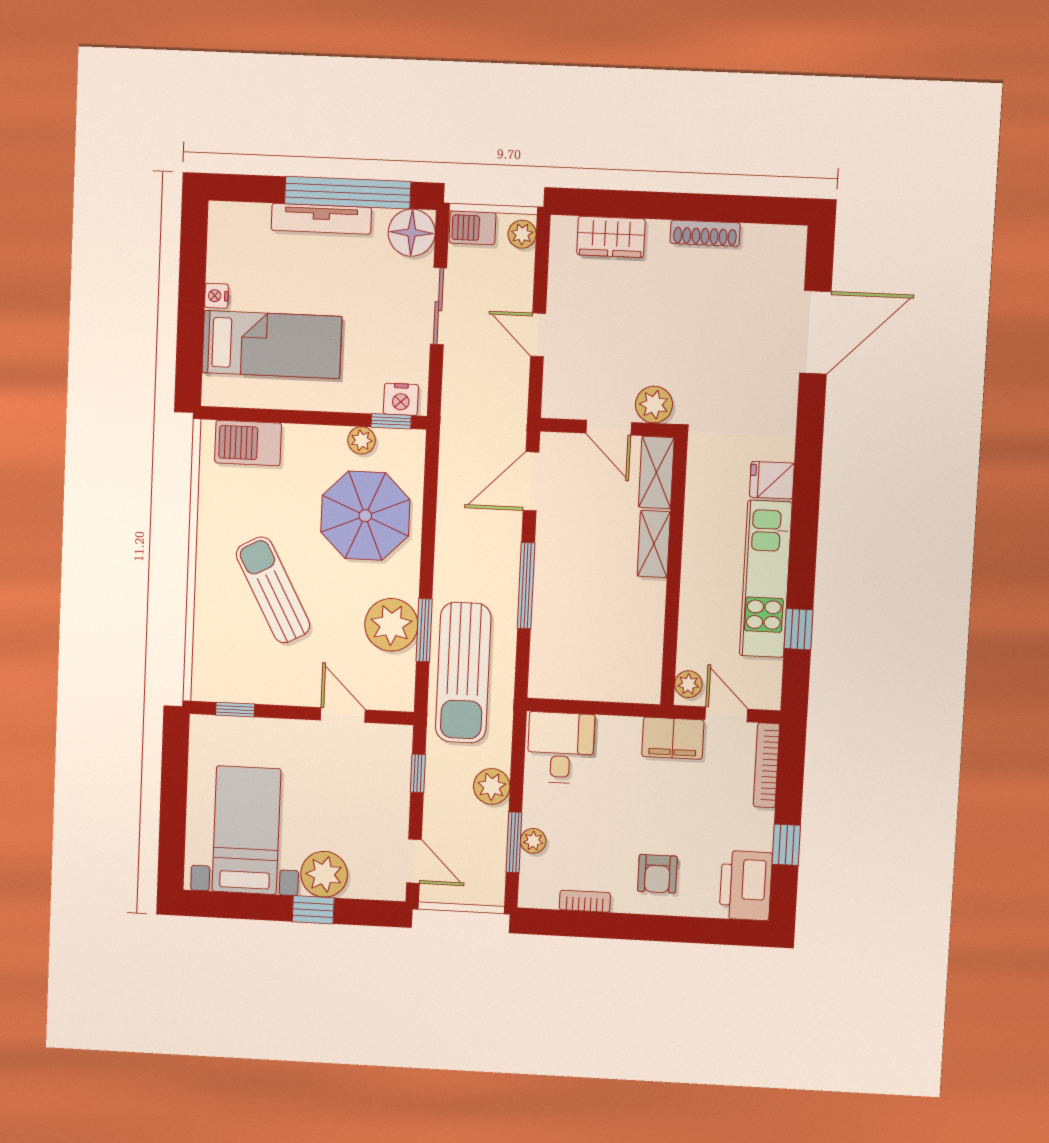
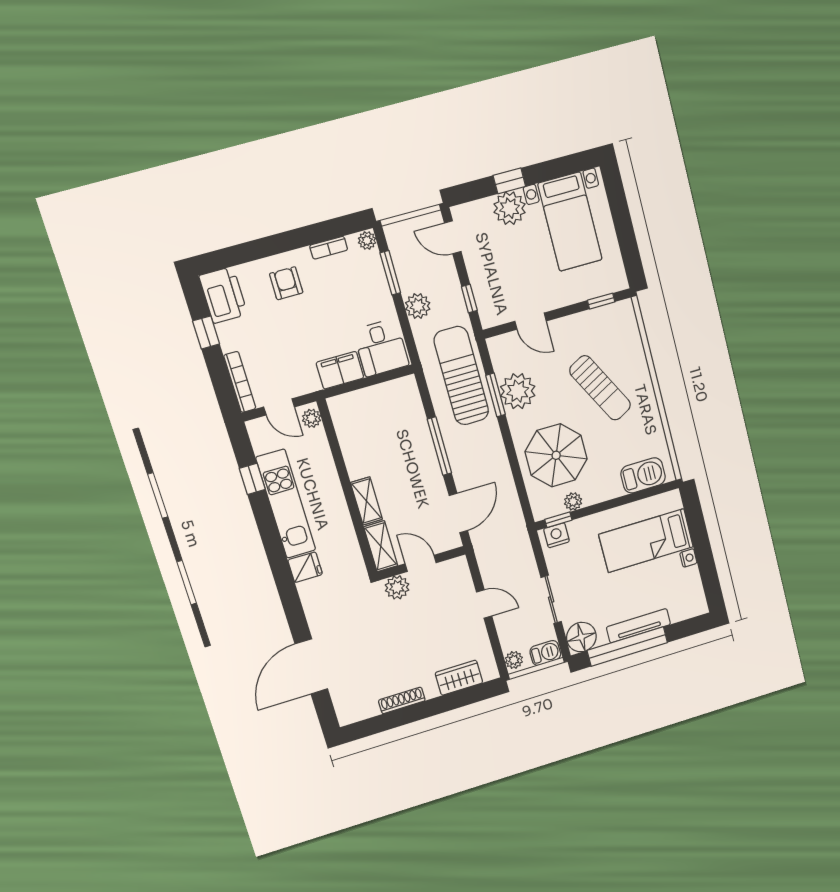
filing cabinet: (673, 738) -> (340, 370), moved
plant: (533, 841) -> (367, 241), moved

